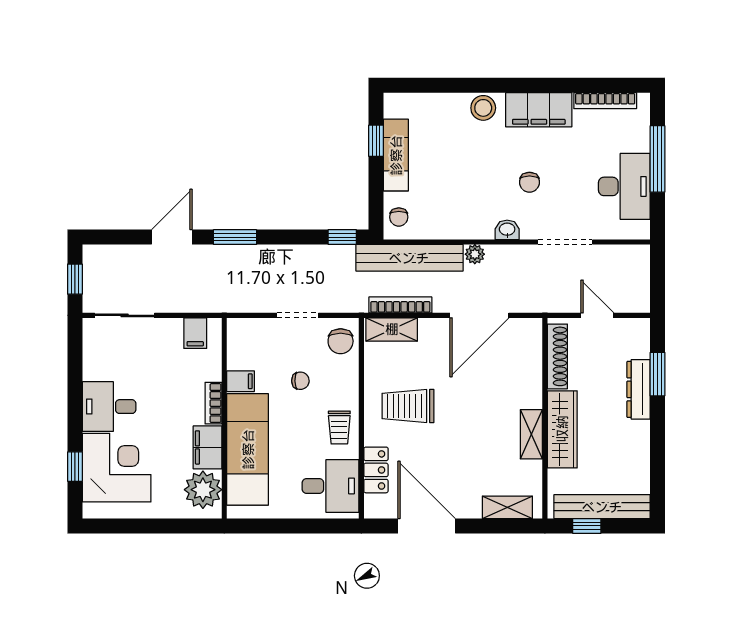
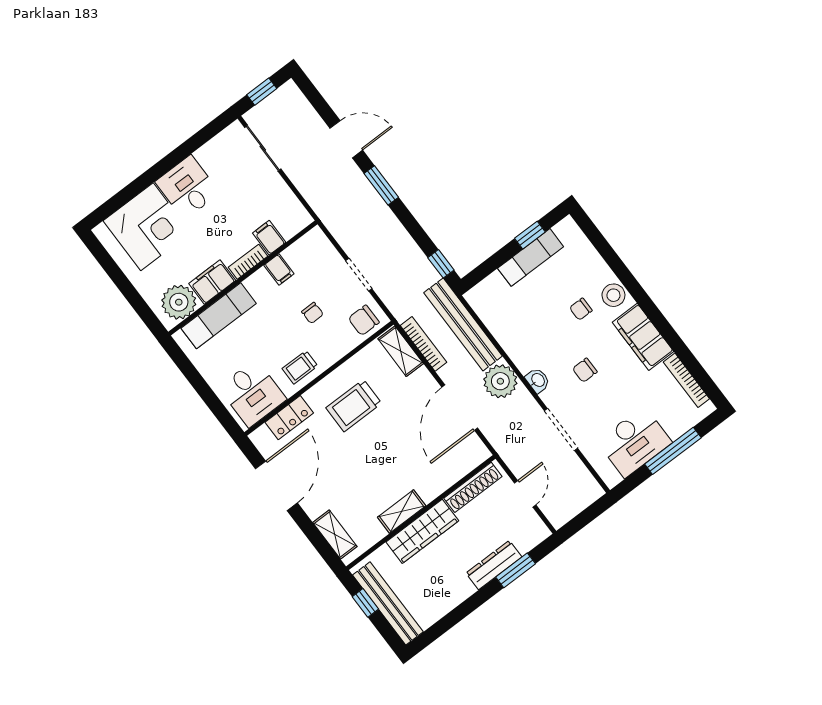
chair: (399, 217) -> (581, 309), moved
plant: (475, 254) -> (500, 381), width x1.88, depth x1.88
door: (479, 315) -> (460, 408), hinge flipped
filing cabinet: (195, 333) -> (269, 238), moved, turned 90
trolley: (408, 406) -> (354, 406), turned -90
exam couch: (248, 449) -> (219, 316), width x0.73, depth x0.69
window: (75, 467) -> (125, 196), removed

